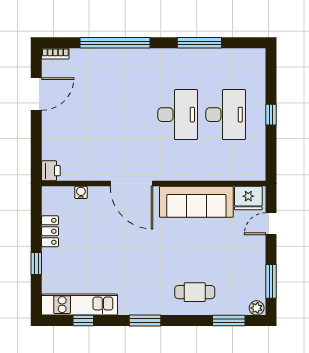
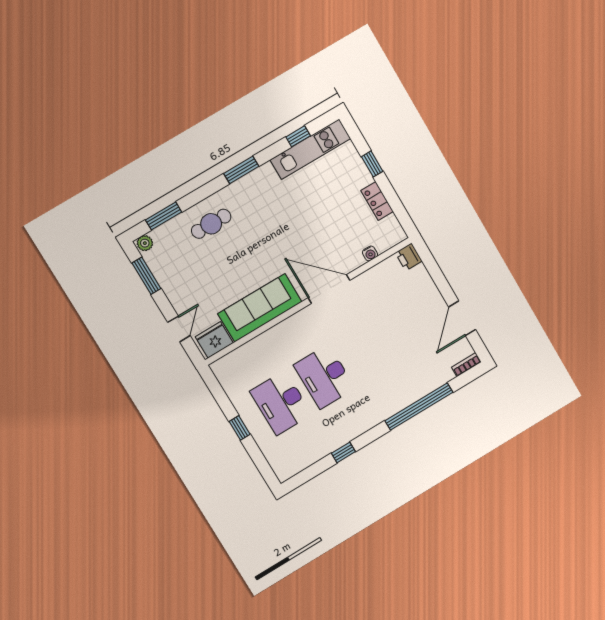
window: (199, 43) -> (343, 452), width x0.46

